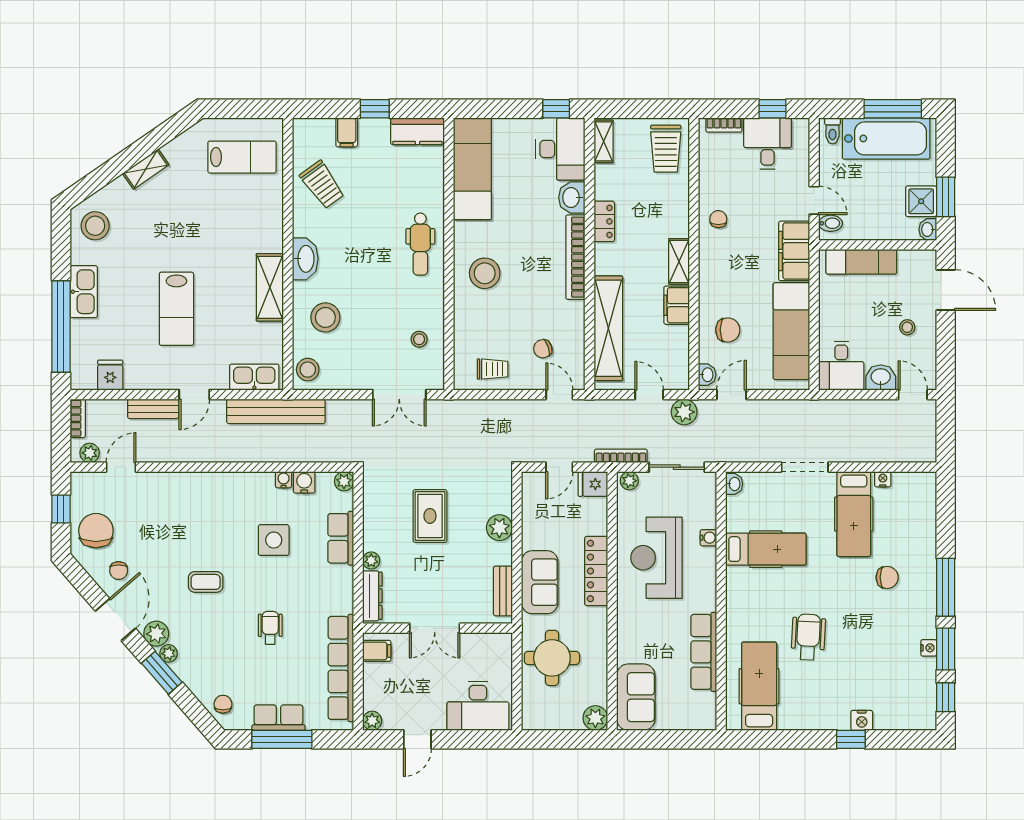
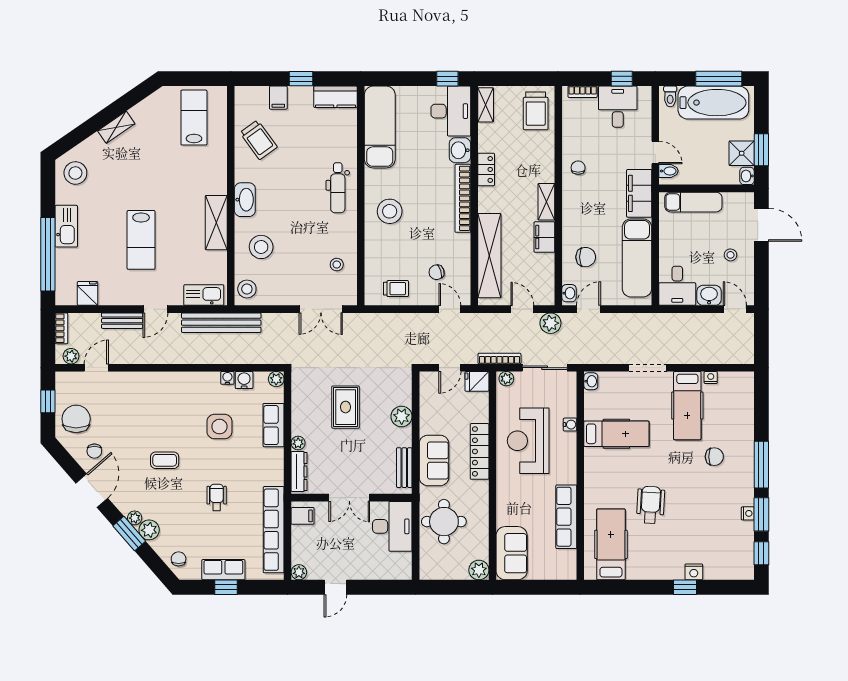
lab bench: (242, 157) -> (194, 118), turned -90
plant: (156, 634) -> (149, 530), moved
desk: (478, 706) -> (392, 526), moved, turned -90
window: (282, 739) -> (226, 587), width x0.46

